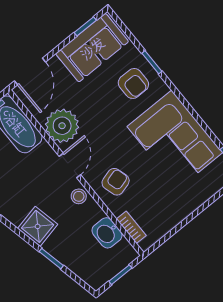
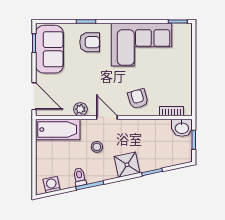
plant: (62, 126) -> (80, 109), width x0.53, depth x0.53
stool: (79, 196) -> (97, 147), moved
washbasin: (107, 233) -> (182, 128), moved

